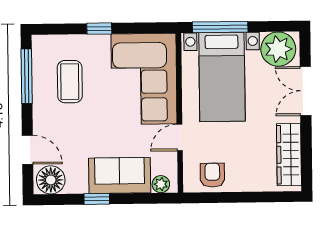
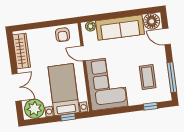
window: (220, 27) -> (68, 117), width x0.46
window: (99, 29) -> (150, 106), moved
door: (180, 137) -> (83, 53), swing flipped
sofa: (120, 175) -> (120, 28), width x1.36
window: (97, 199) -> (125, 14), removed

